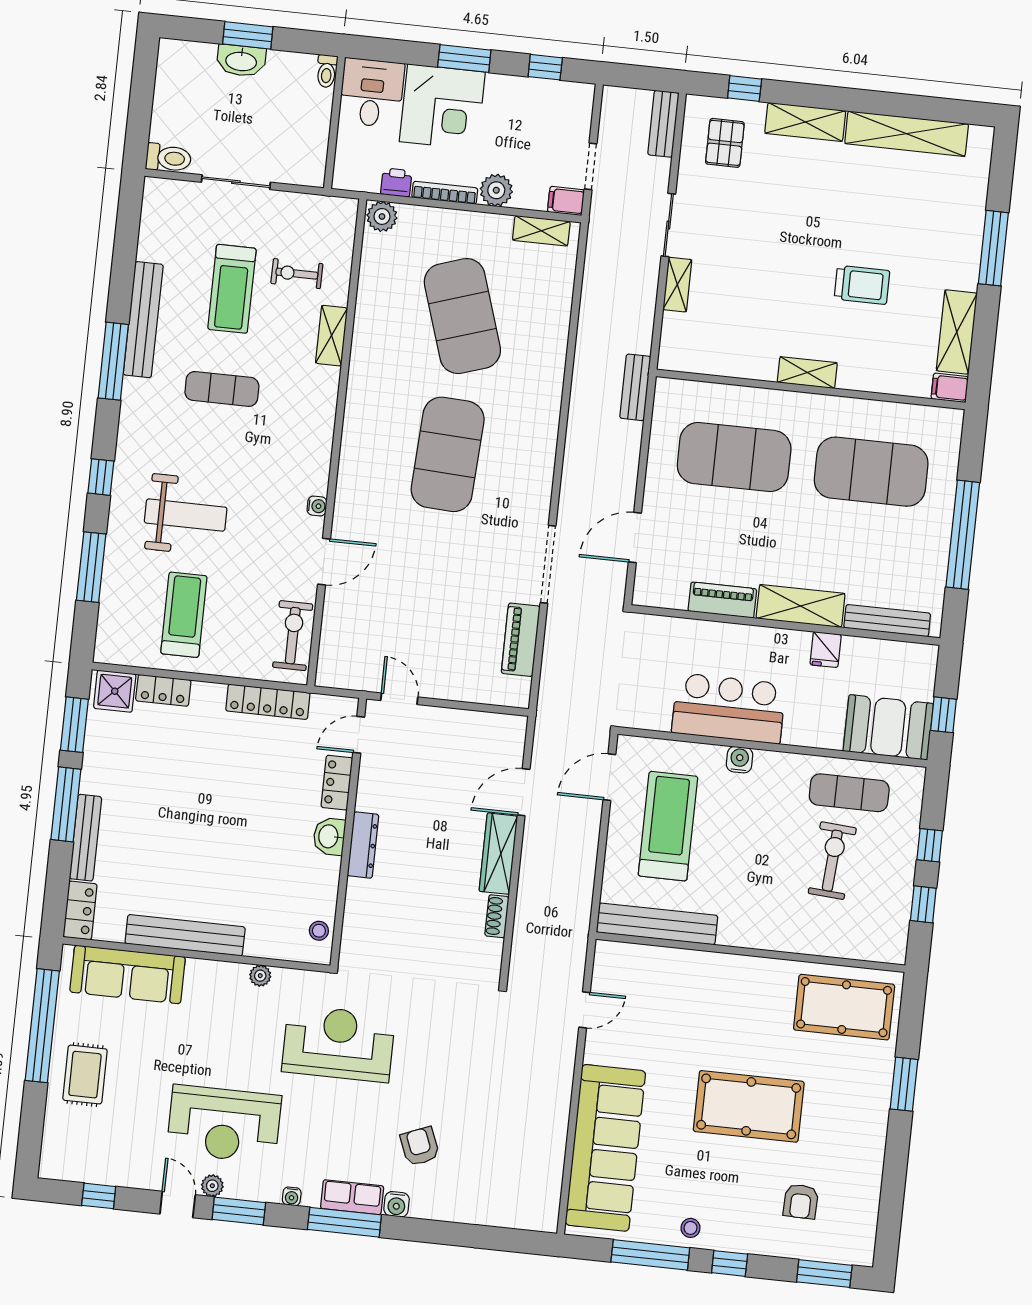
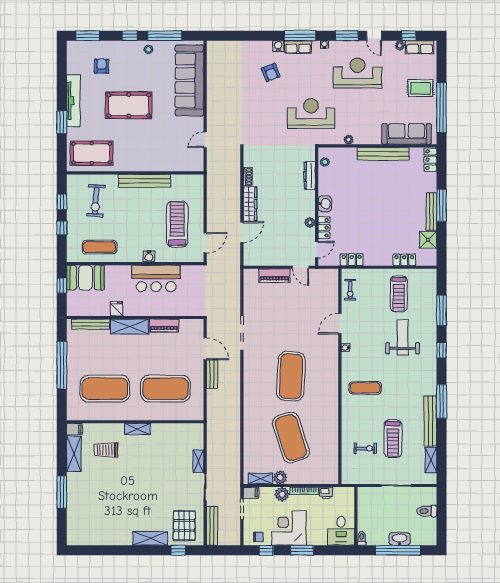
window: (248, 35) -> (398, 550), width x2.11
chair: (560, 99) -> (258, 537), added
corner desk: (442, 107) -> (289, 528), moved
bench: (663, 124) -> (212, 526), width x1.36
shelving: (907, 134) -> (105, 538), removed
pallet: (725, 143) -> (184, 526), width x1.50, depth x1.42
toilet: (168, 158) -> (427, 511), moved
plant: (382, 216) -> (280, 477), moved
trolley: (862, 285) -> (106, 450), moved
treadmill: (232, 289) -> (393, 439), turned 180
shelving: (332, 336) -> (431, 460), moved
bench: (635, 387) -> (212, 374), moved
exercise mat: (222, 389) -> (365, 388), moved
weight bench: (186, 515) -> (403, 338), turned 90
door: (635, 538) -> (205, 349), hinge flipped
exercise bike: (293, 636) -> (350, 290), width x0.73, depth x0.72
piano: (521, 640) -> (274, 276), moved, turned 90
shower: (115, 691) -> (428, 240), moved
locker: (268, 702) -> (352, 260), width x0.66
window: (74, 725) -> (441, 241), removed
plant: (367, 798) -> (310, 222), added
treadmill: (668, 826) -> (177, 224), turned 180
bench: (85, 838) -> (431, 212), moved
dresser: (363, 845) -> (310, 176), moved
exercise bike: (832, 861) -> (96, 201), moved
bench: (657, 924) -> (144, 181), moved
reception desk: (338, 1044) -> (311, 114), turned 180
rug: (85, 1075) -> (421, 88), turned 90
tv unit: (873, 1130) -> (73, 101), added
row of seats: (77, 1167) -> (420, 47), added
plant: (212, 1186) -> (400, 45), moved

